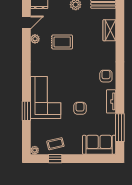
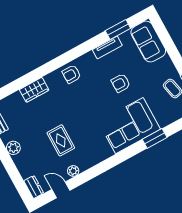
wardrobe: (109, 30) -> (34, 90), moved
tv unit: (111, 101) -> (107, 47), moved
window: (120, 128) -> (118, 30), width x0.69

